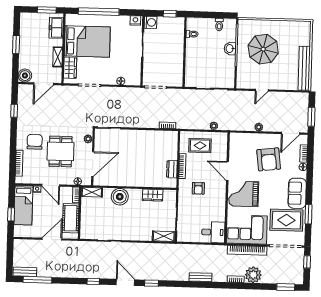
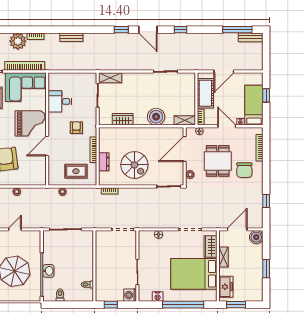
nightstand: (135, 21) -> (158, 297), moved
spiral stairs: (142, 150) -> (134, 165), added
dresser: (172, 169) -> (104, 162), moved
door: (227, 171) -> (47, 146), swing flipped
desk: (213, 232) -> (60, 101), moved

